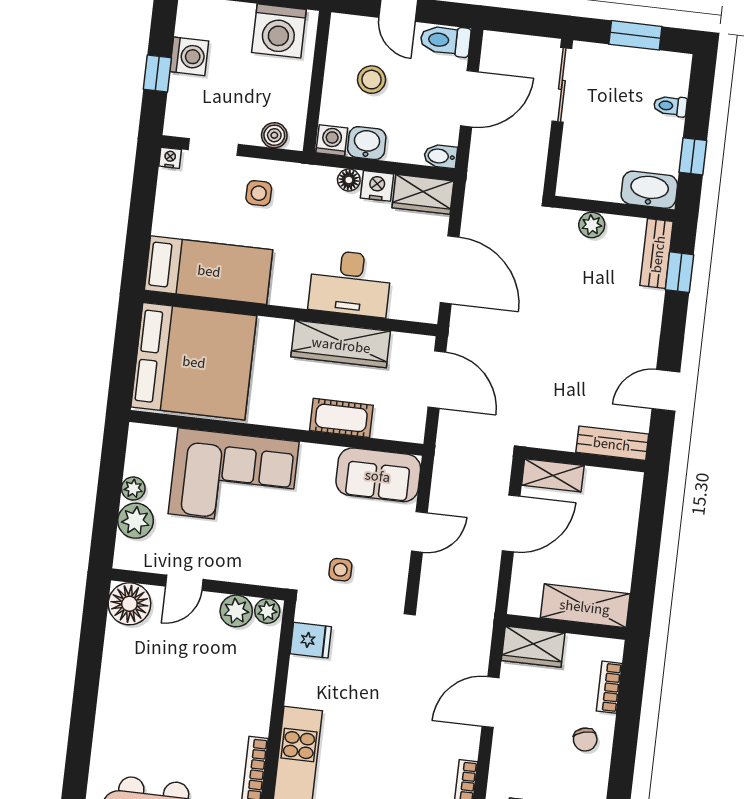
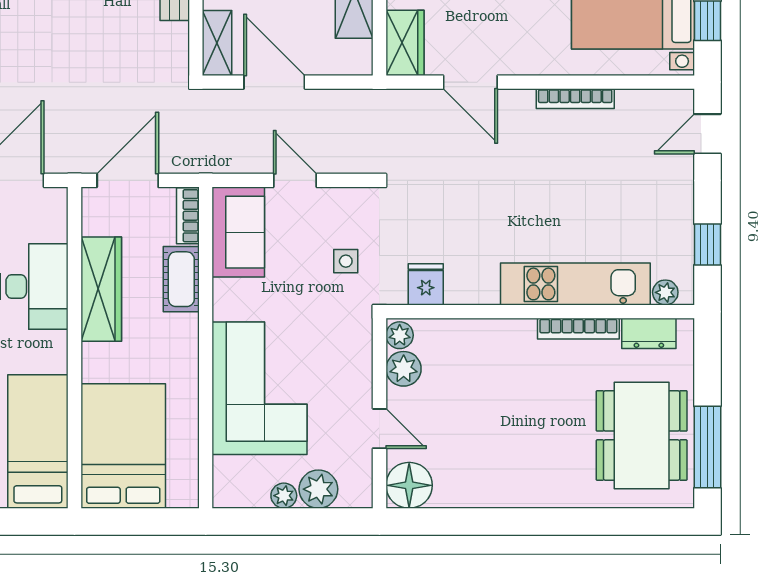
bed: (194, 361) -> (123, 446), width x0.73
bookcase: (398, 431) -> (188, 216), added

